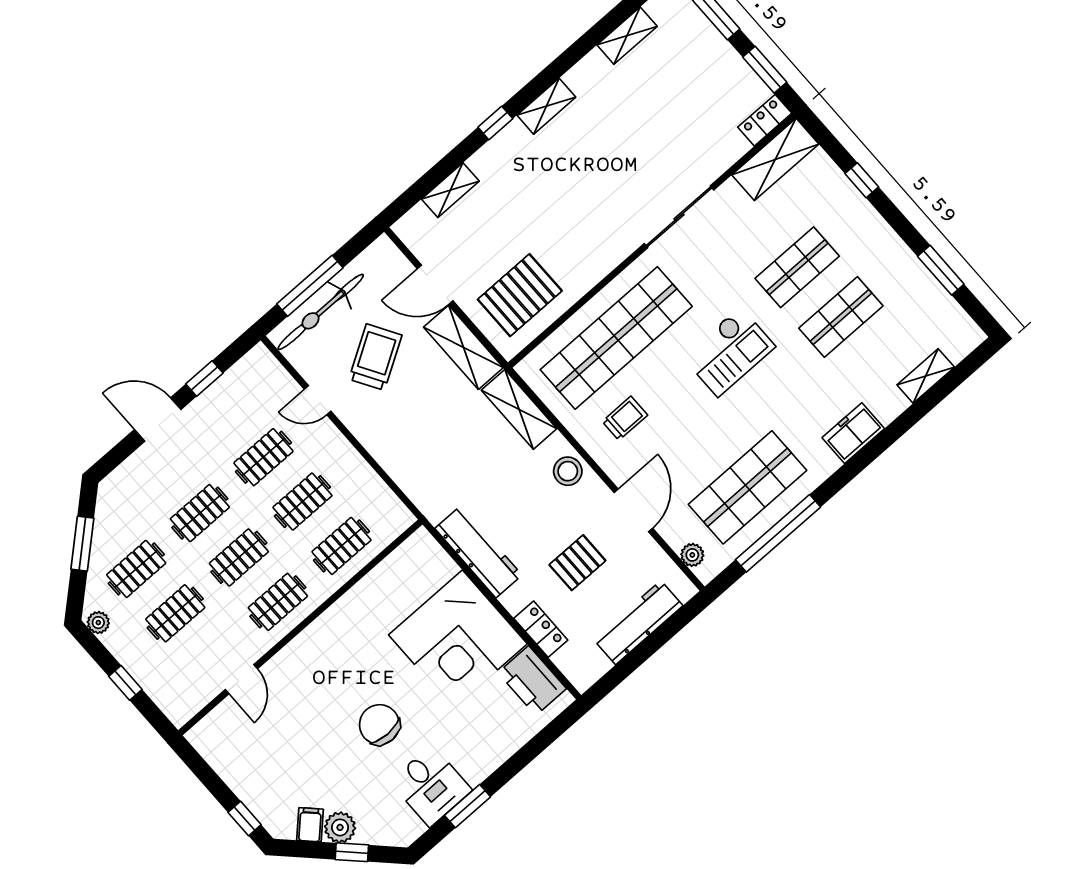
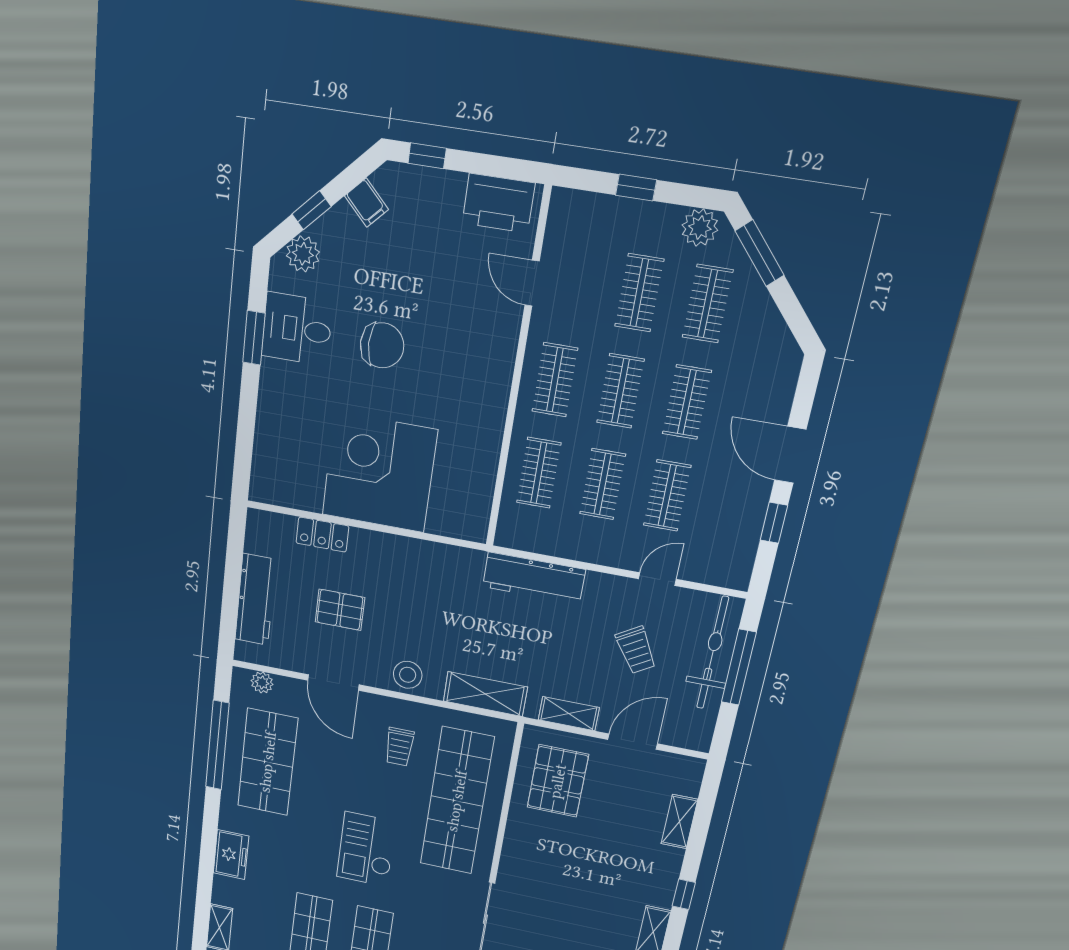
shelving: (463, 347) -> (569, 714), width x0.67, depth x0.75
trolley: (375, 357) -> (636, 650), width x0.73, depth x0.72
door: (158, 420) -> (790, 455), swing flipped
window: (82, 544) -> (760, 253), moved
workbench: (478, 552) -> (534, 578), moved
pallet: (577, 563) -> (340, 610), turned 90
plant: (98, 623) -> (700, 228), width x1.38, depth x1.38
printer: (532, 681) -> (498, 203), moved, turned 180
plant: (340, 827) -> (303, 254), moved

